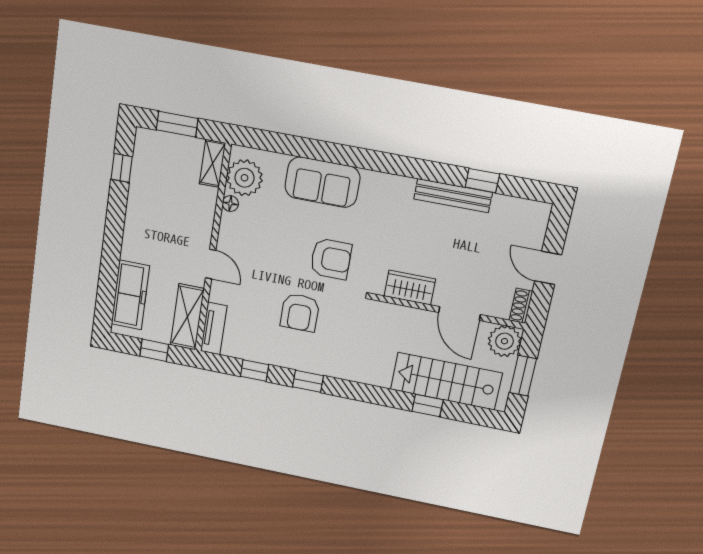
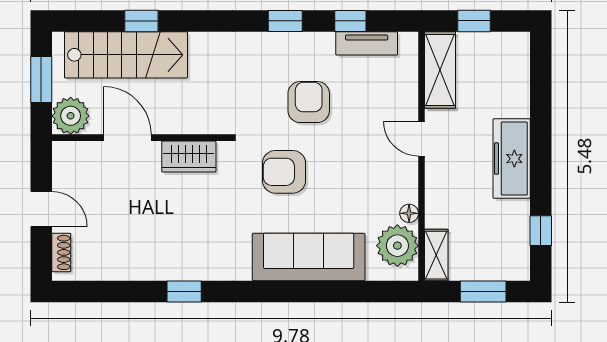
window: (482, 181) -> (184, 292), moved
sofa: (322, 182) -> (309, 257), width x1.36
bench: (453, 196) -> (162, 269), removed
freezer: (130, 295) -> (512, 159), moved
shoe rack: (521, 306) -> (61, 252), moved
tv unit: (214, 328) -> (367, 43), moved, turned -90

